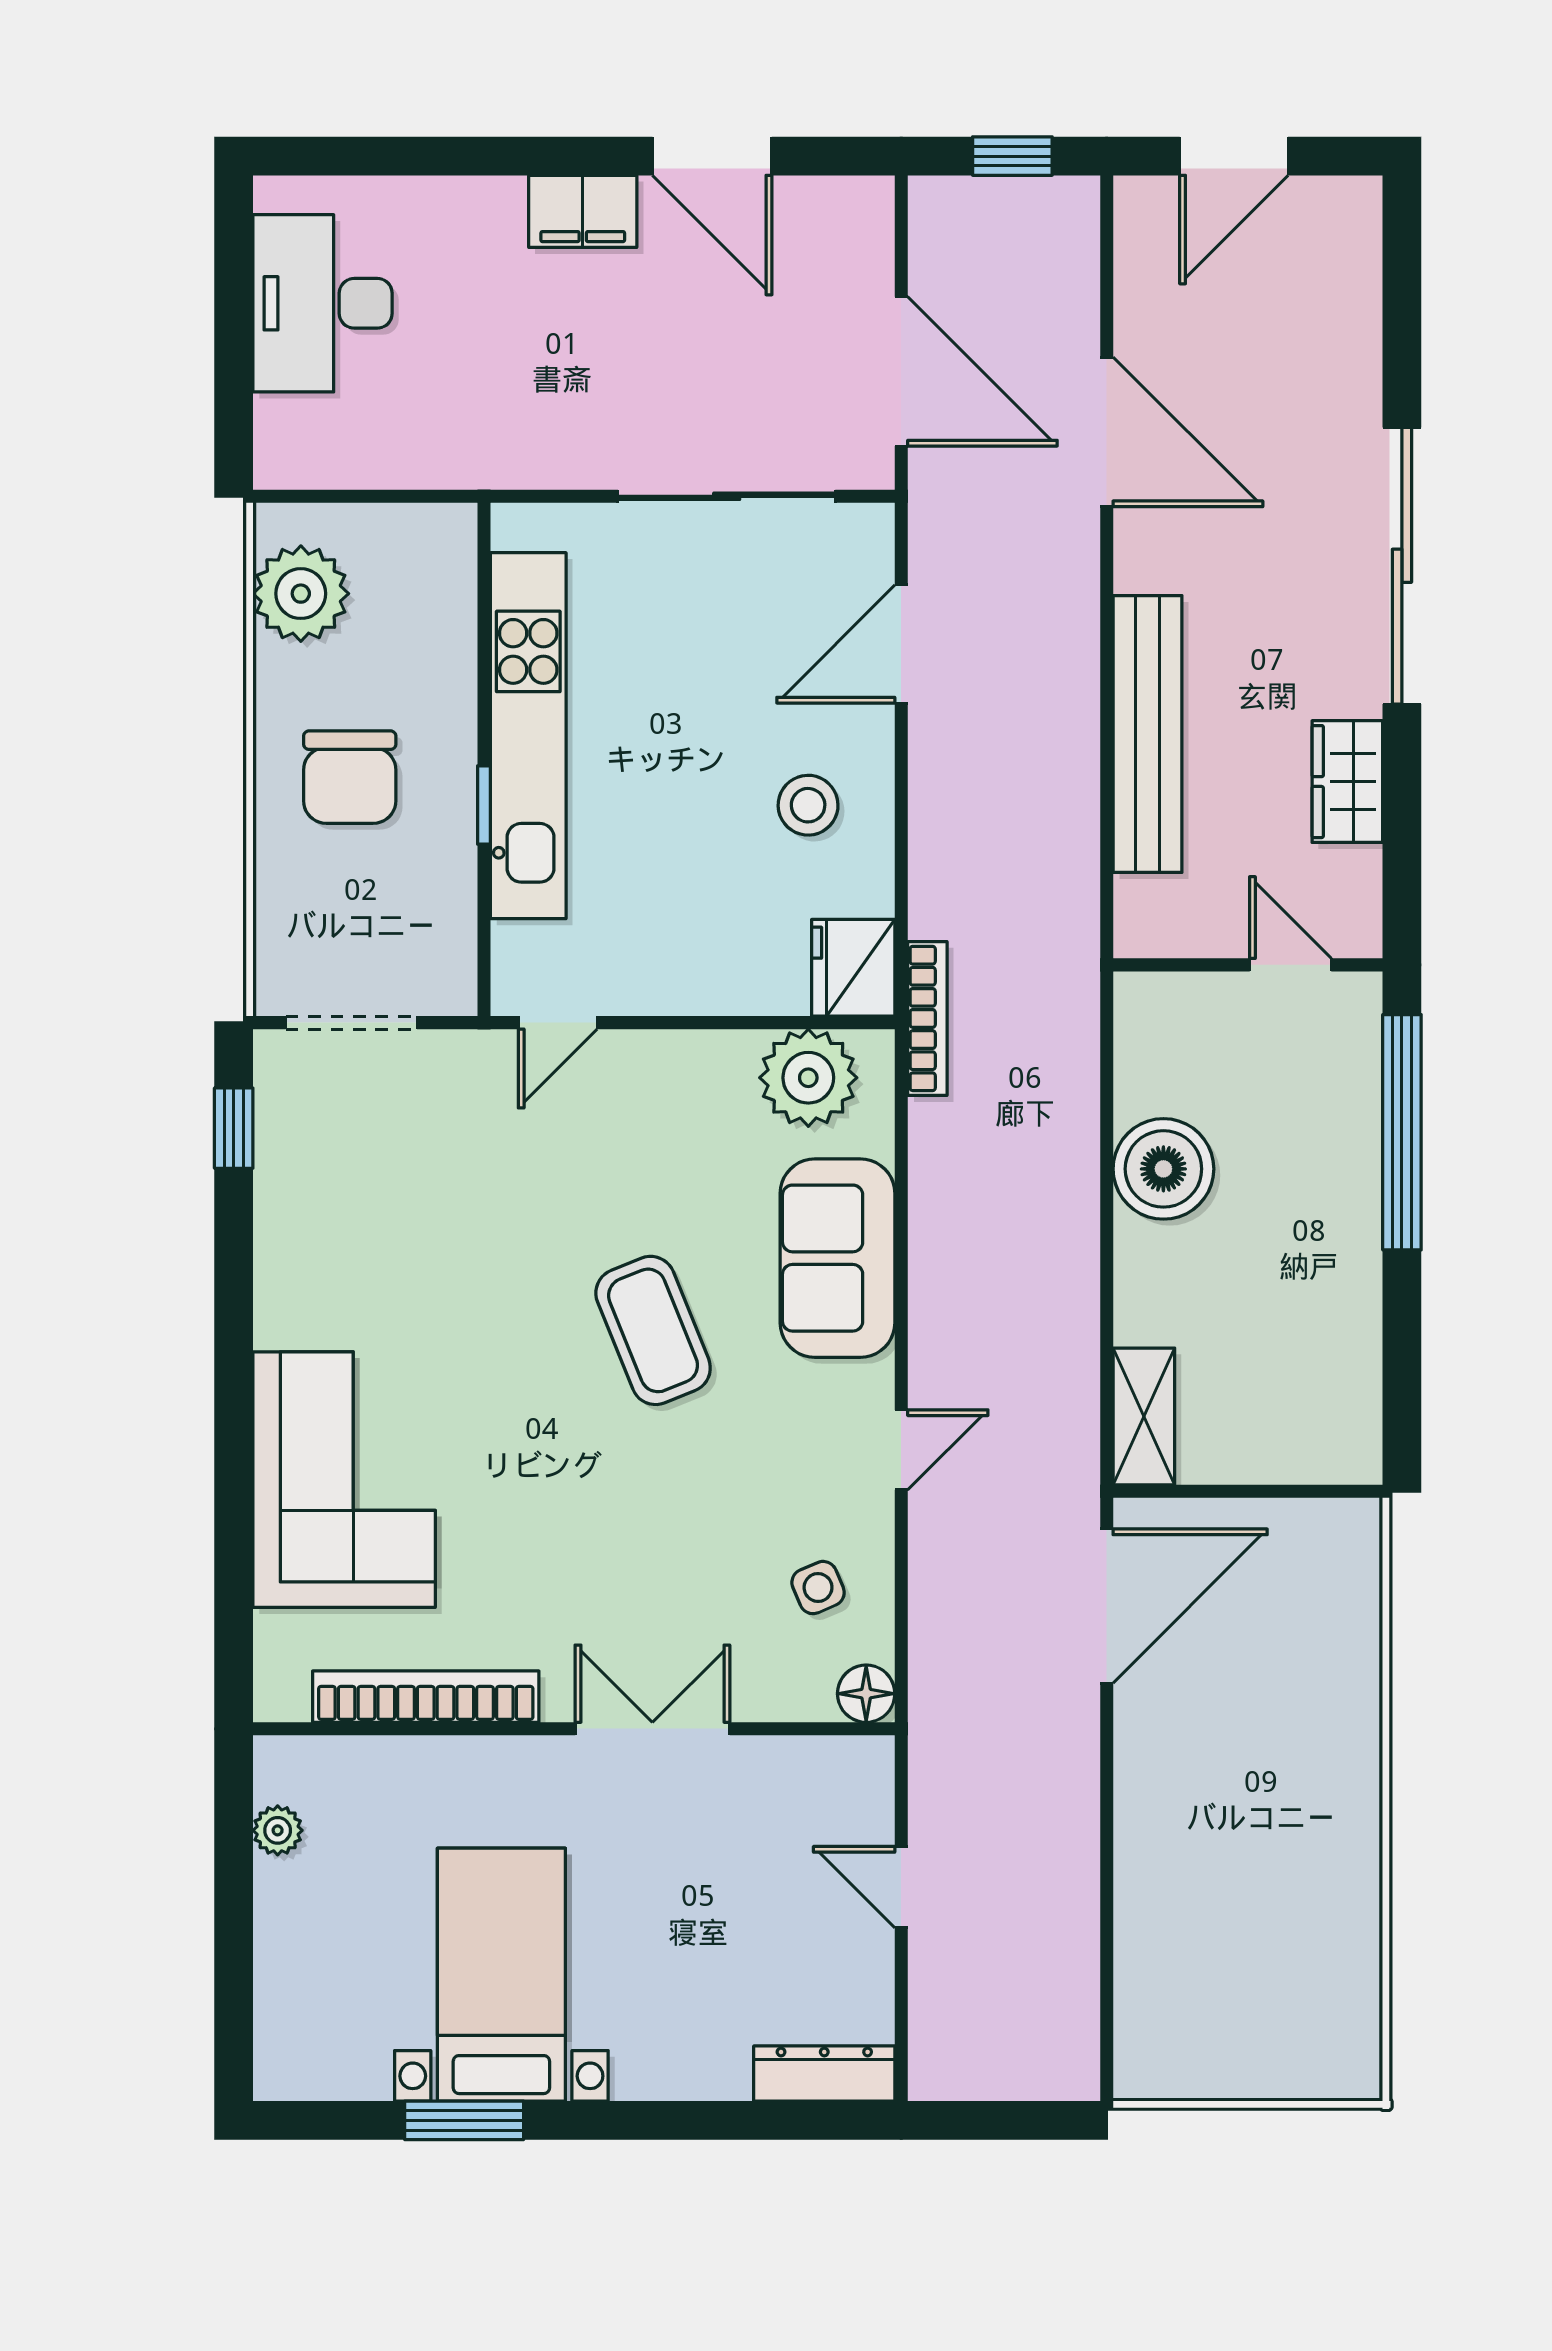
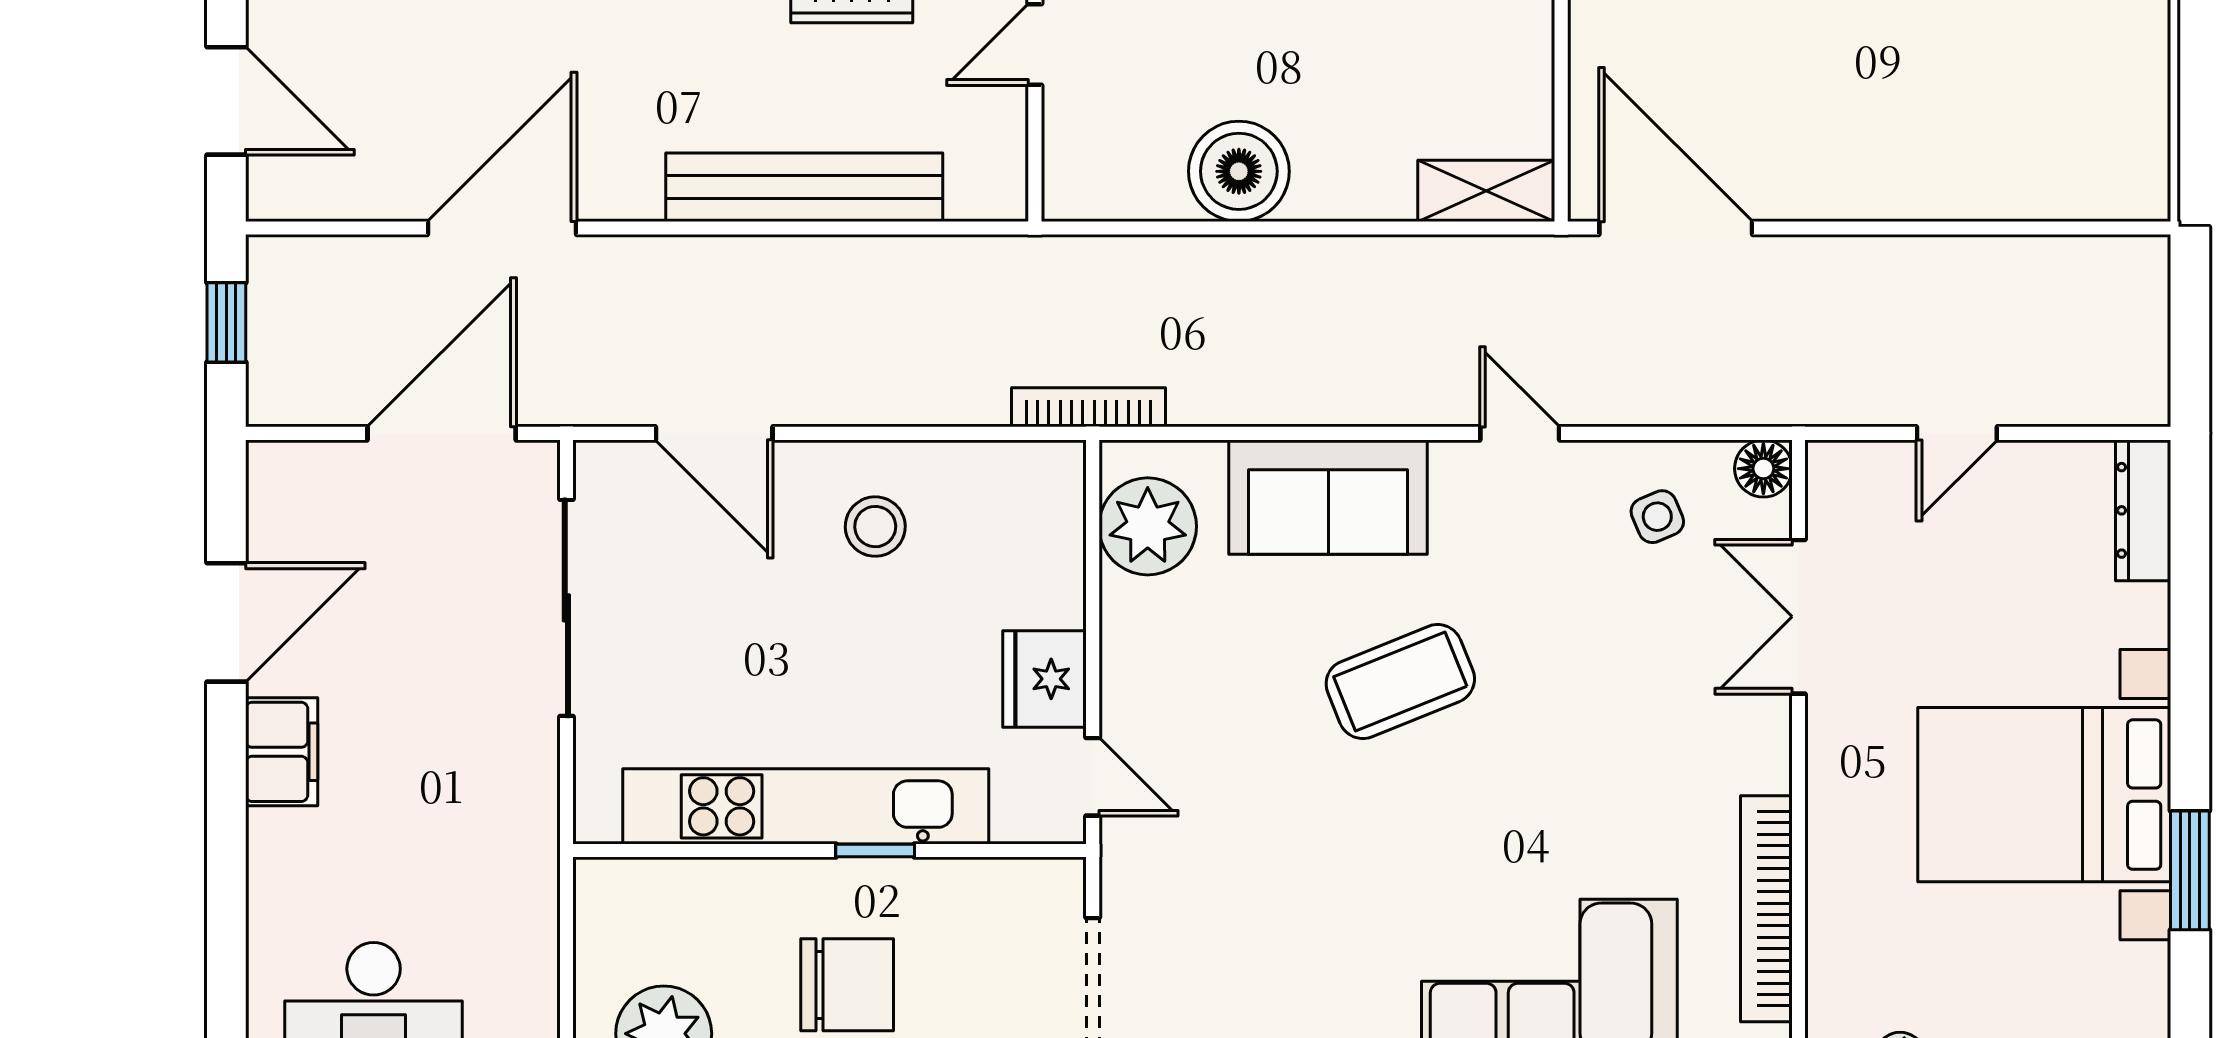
fridge: (853, 968) -> (1045, 679), moved, turned 90
double door: (652, 1729) -> (1799, 617), moved
bed with nightstands: (501, 1975) -> (2044, 795), width x1.36

